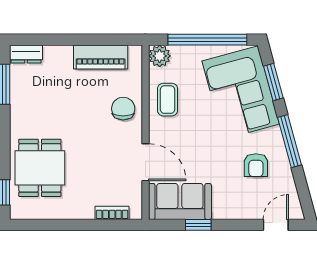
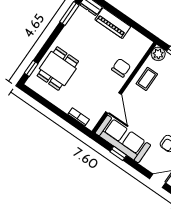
piano: (101, 57) -> (113, 23), moved
sofa: (180, 201) -> (123, 139), width x1.36

